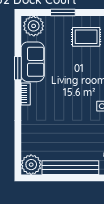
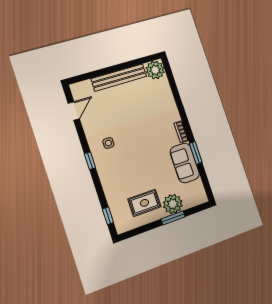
plant: (34, 26) -> (173, 204), moved

